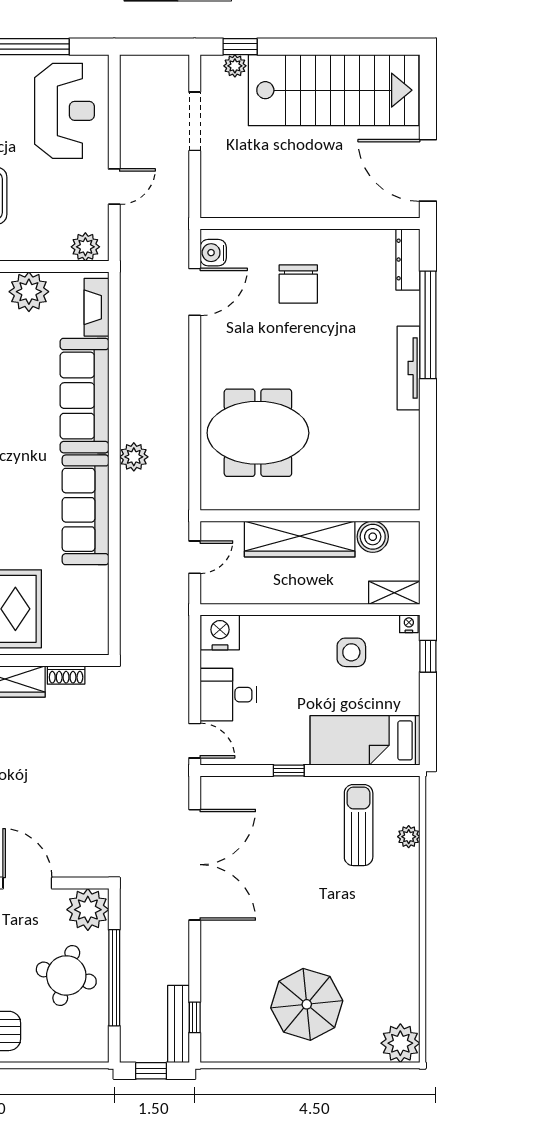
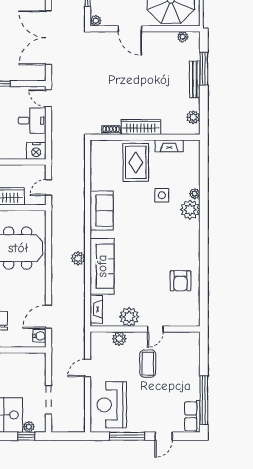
plant: (85, 247) -> (119, 339), moved
plant: (134, 457) -> (78, 258), moved
sofa: (86, 510) -> (102, 211), width x0.73
plant: (88, 910) -> (96, 21), width x0.53, depth x0.53

